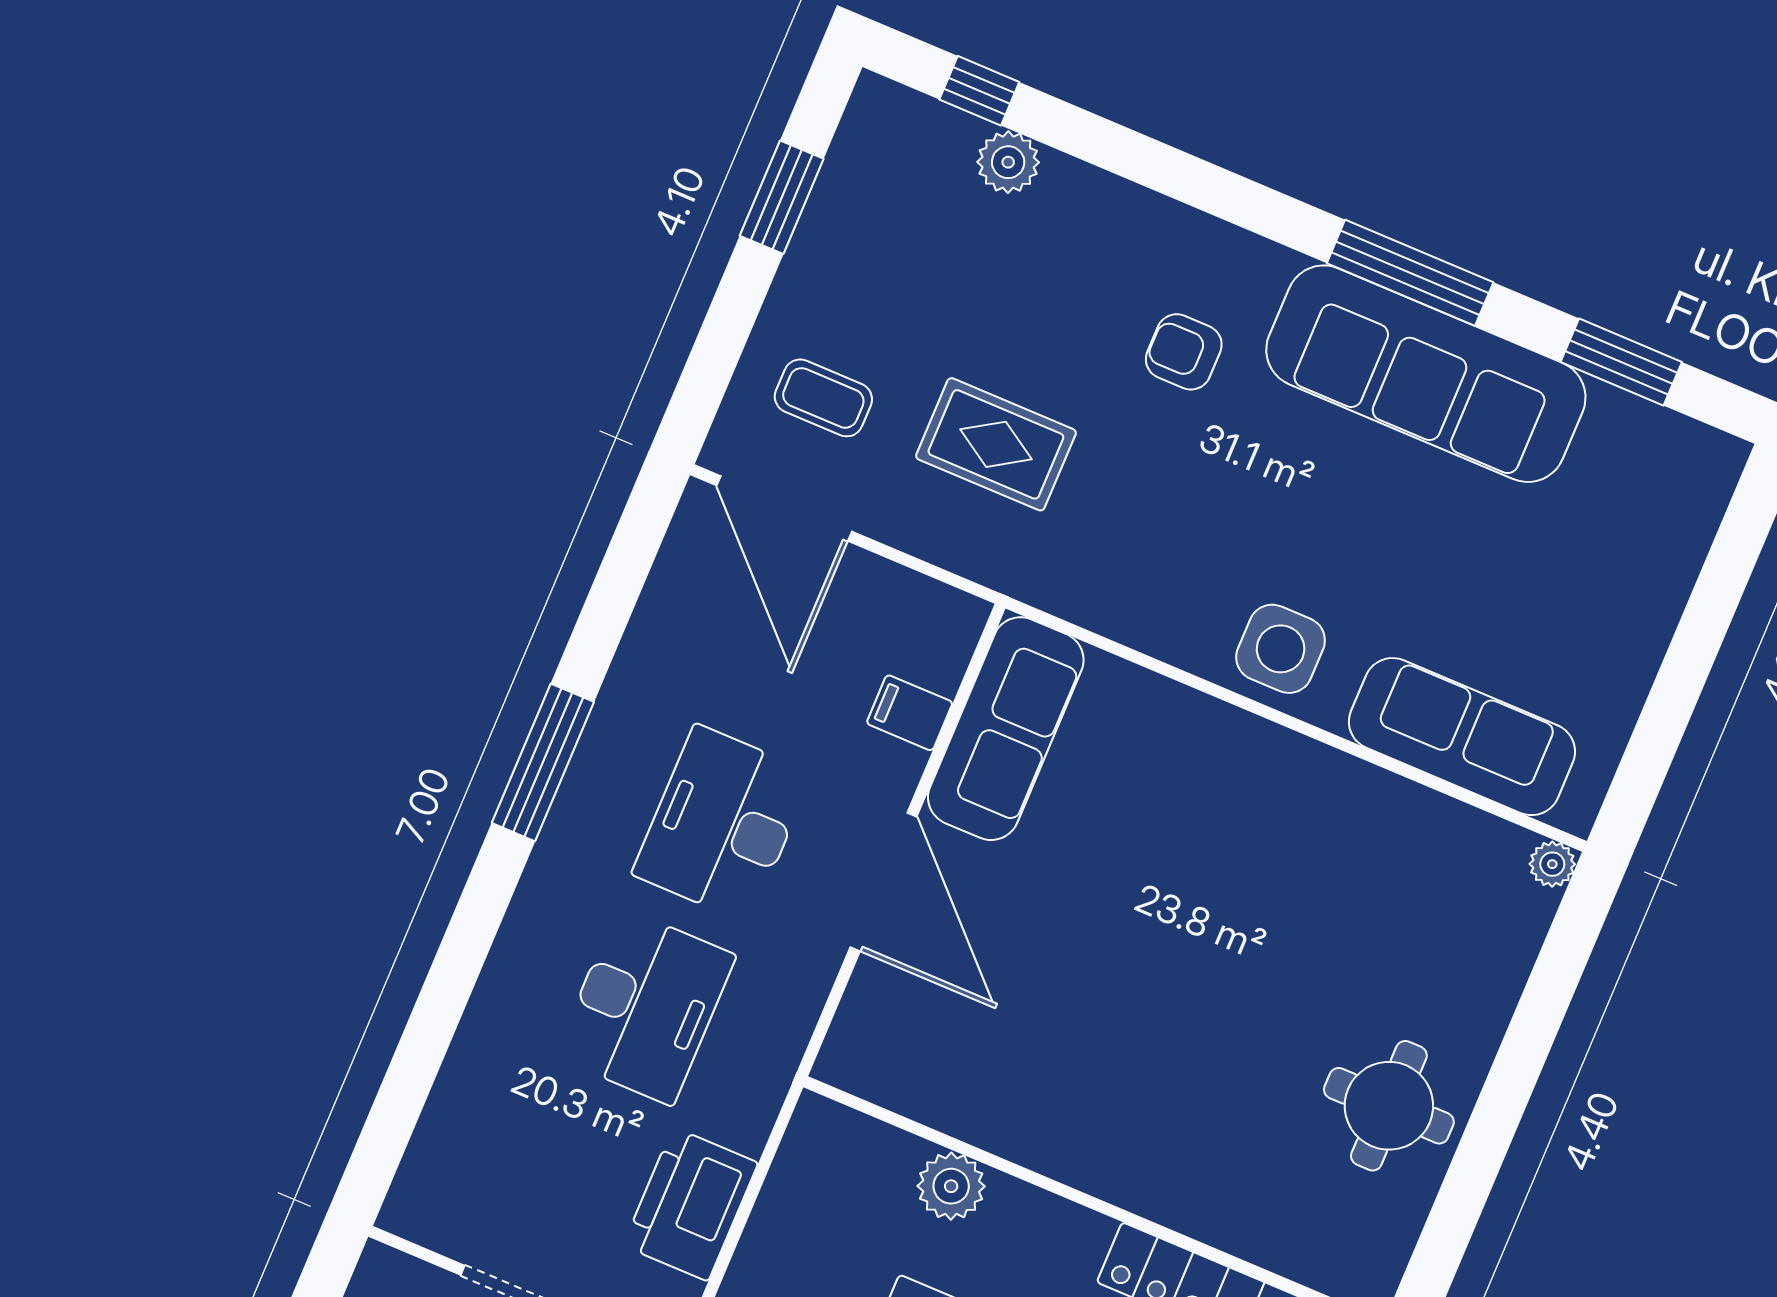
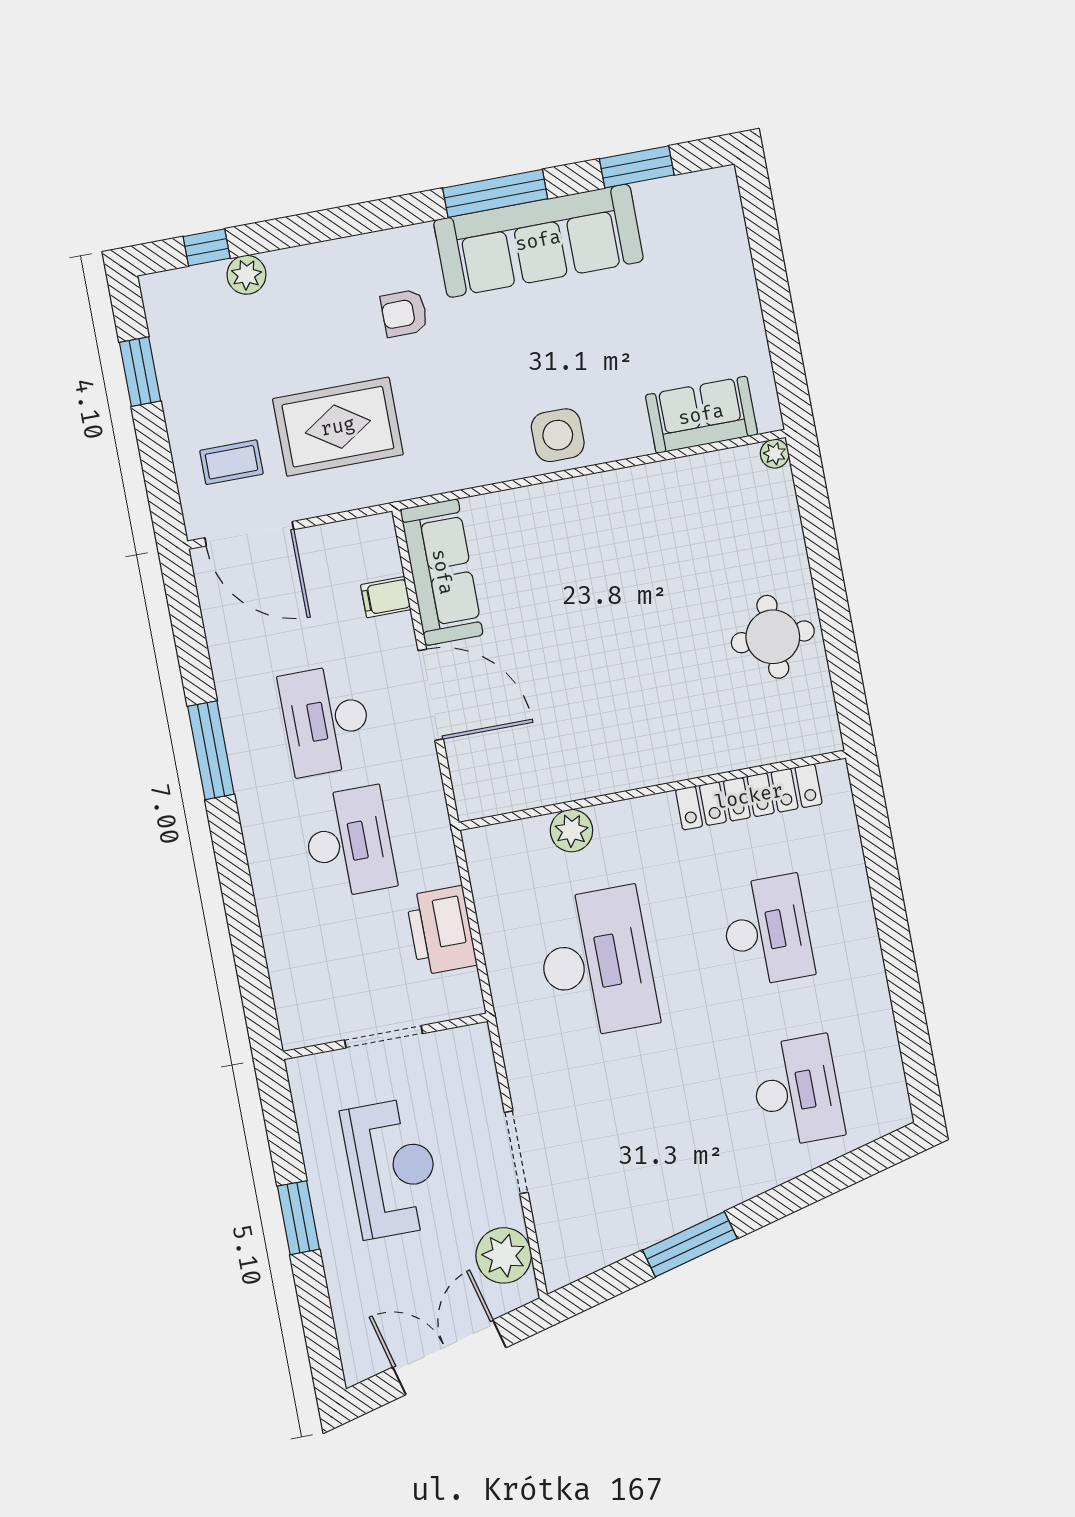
rug: (996, 444) -> (338, 427), width x1.36, depth x1.43
sofa: (1462, 737) -> (701, 415), width x0.73

